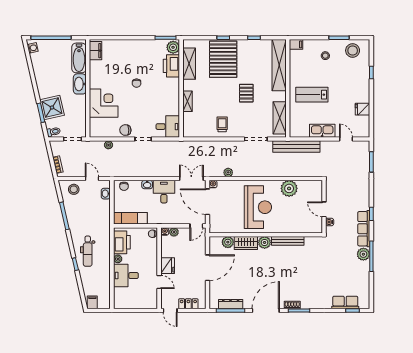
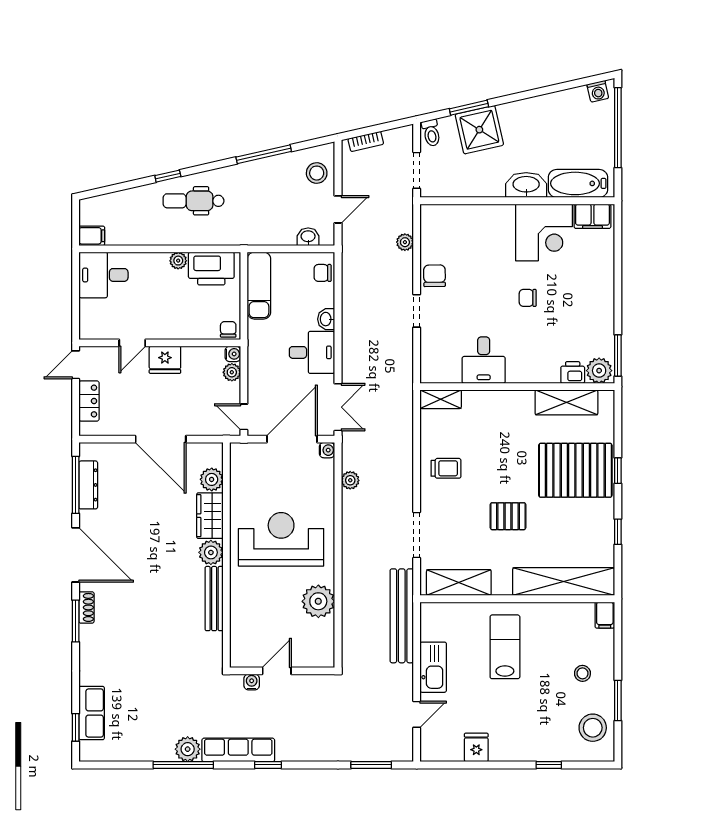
printer: (171, 66) -> (573, 373), width x0.53, depth x0.68
shelving: (187, 101) -> (441, 399), moved
corner desk: (104, 103) -> (544, 232), moved
desk: (168, 127) -> (484, 360), moved
reception desk: (258, 207) -> (281, 539), turned 180
desk: (126, 276) -> (103, 275), moved, turned -90
filing cabinet: (92, 302) -> (92, 236), moved

